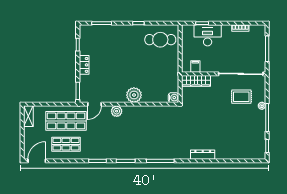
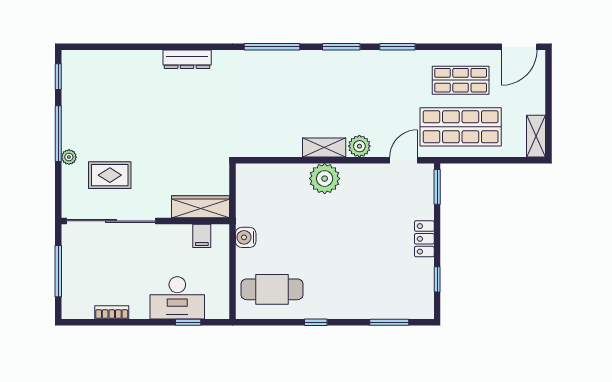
water cooler: (173, 98) -> (246, 237), moved
shelving: (134, 111) -> (324, 147), added

